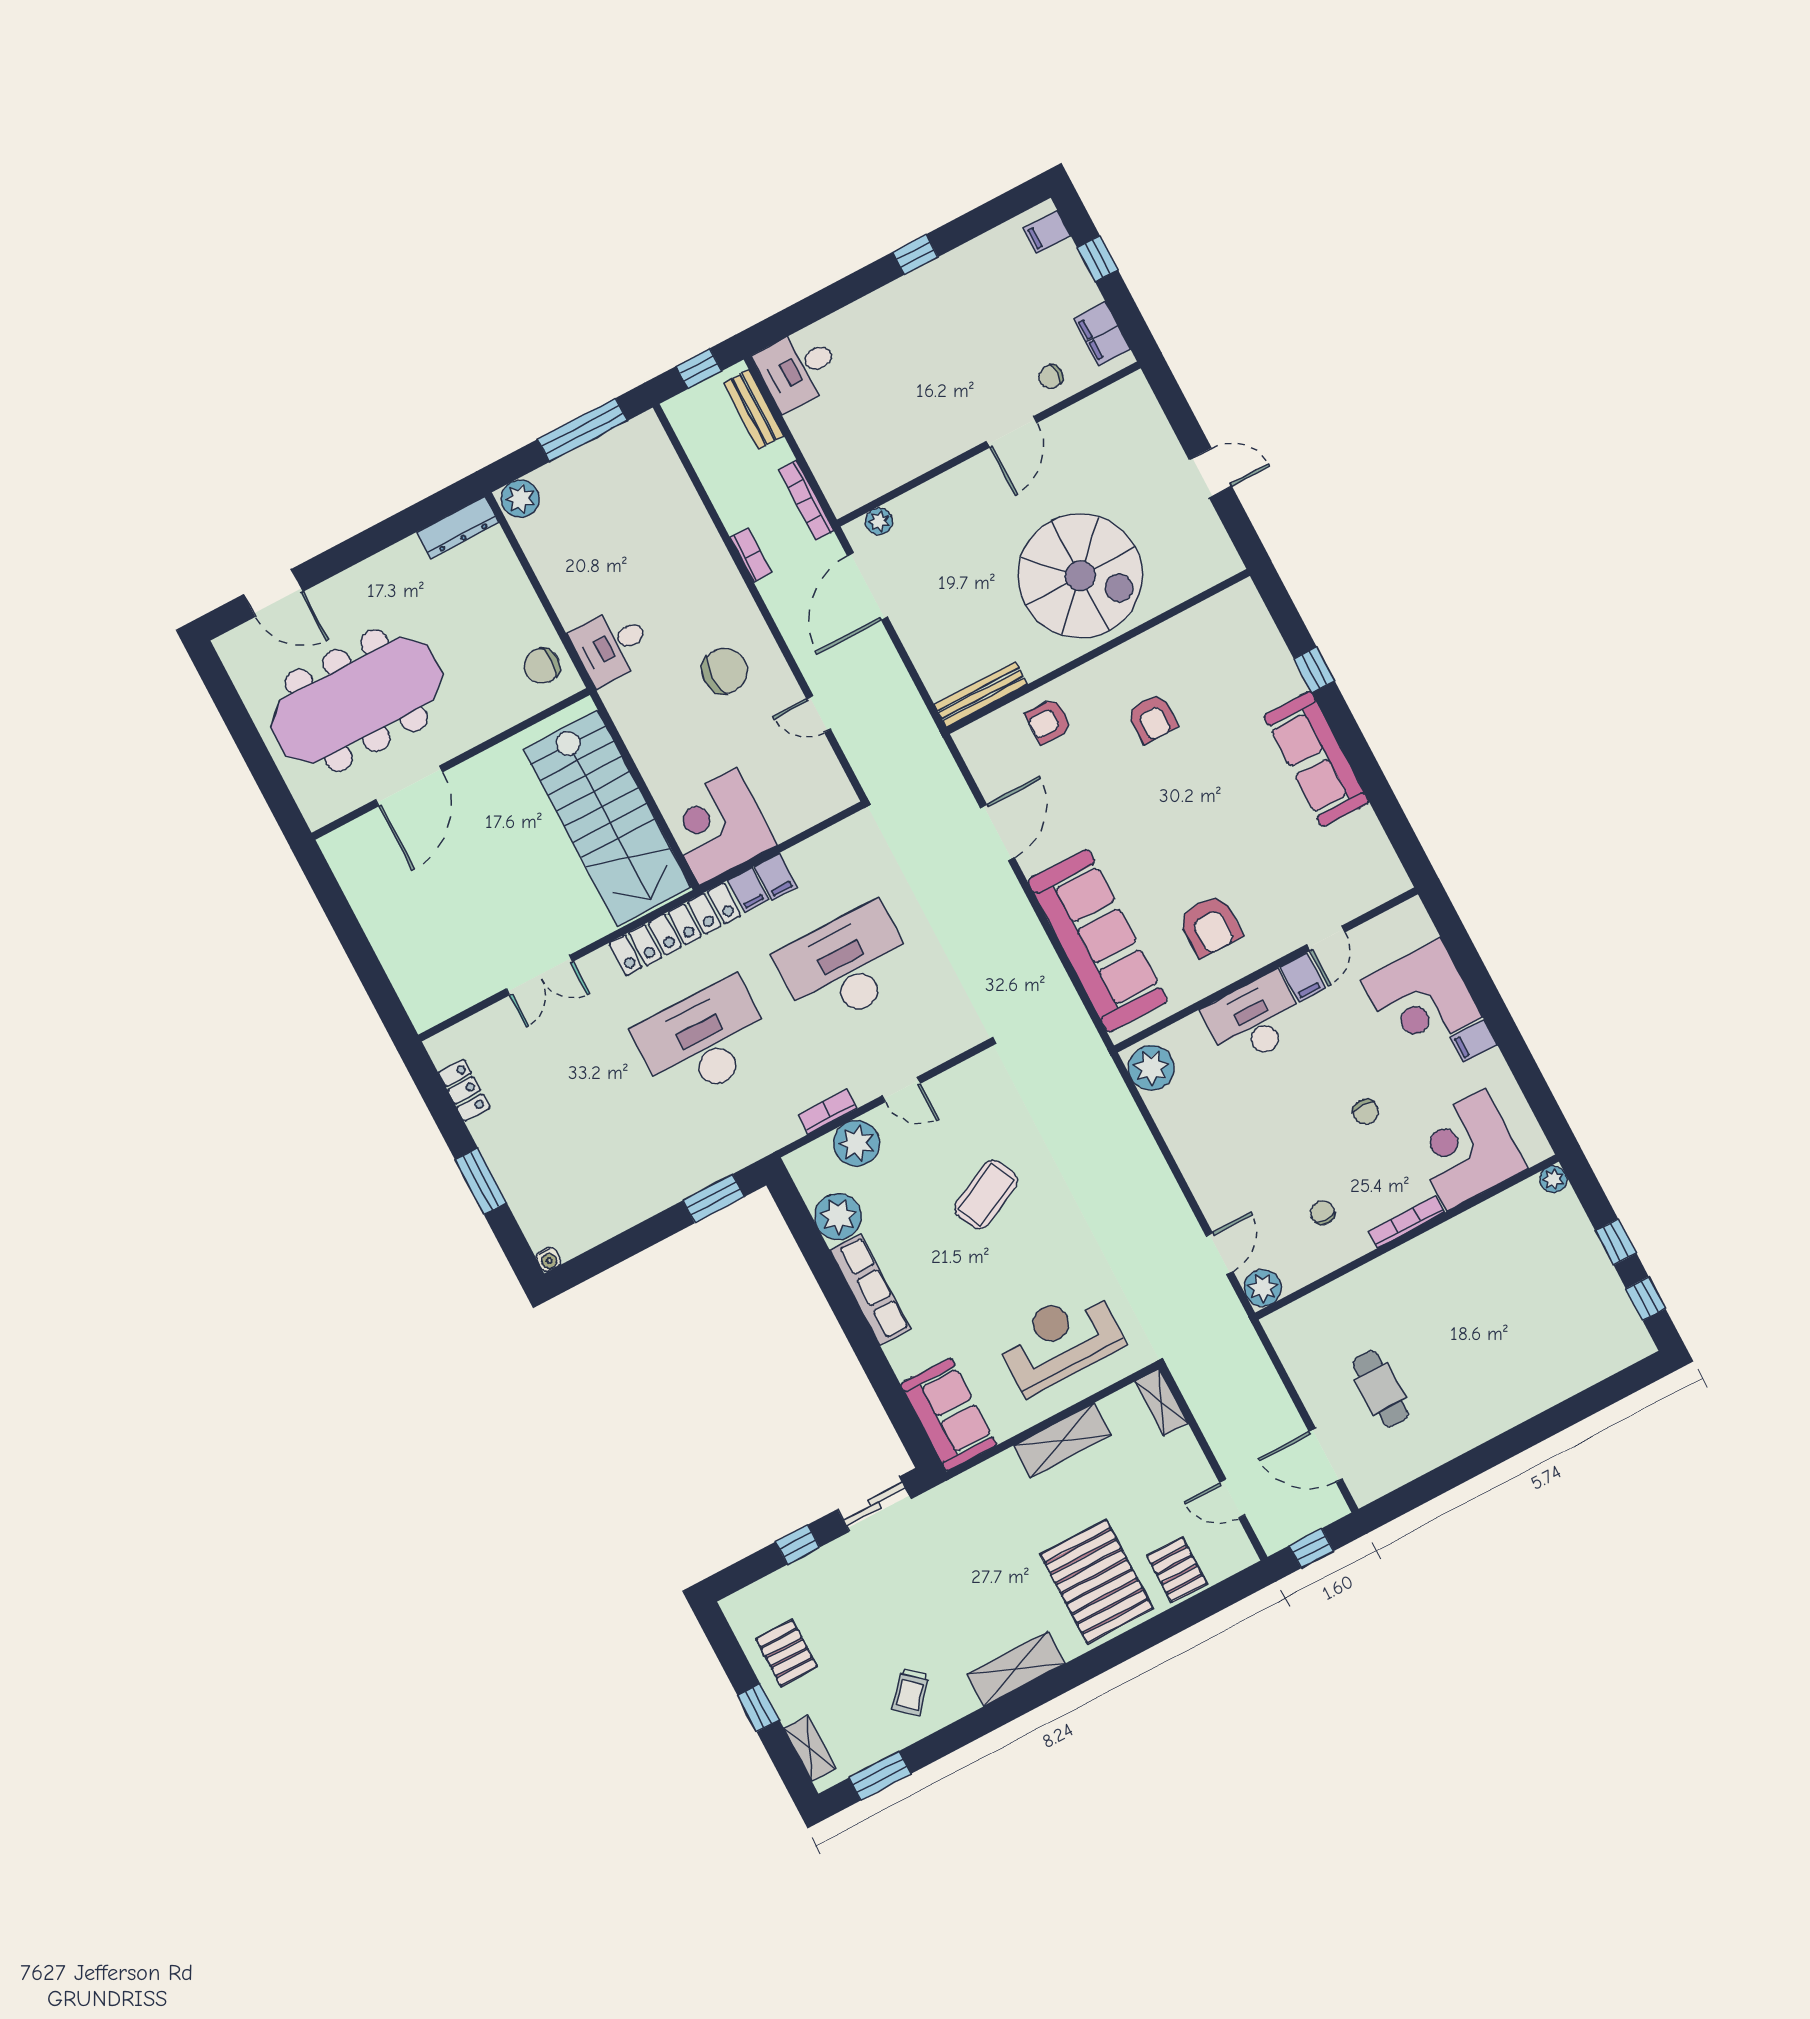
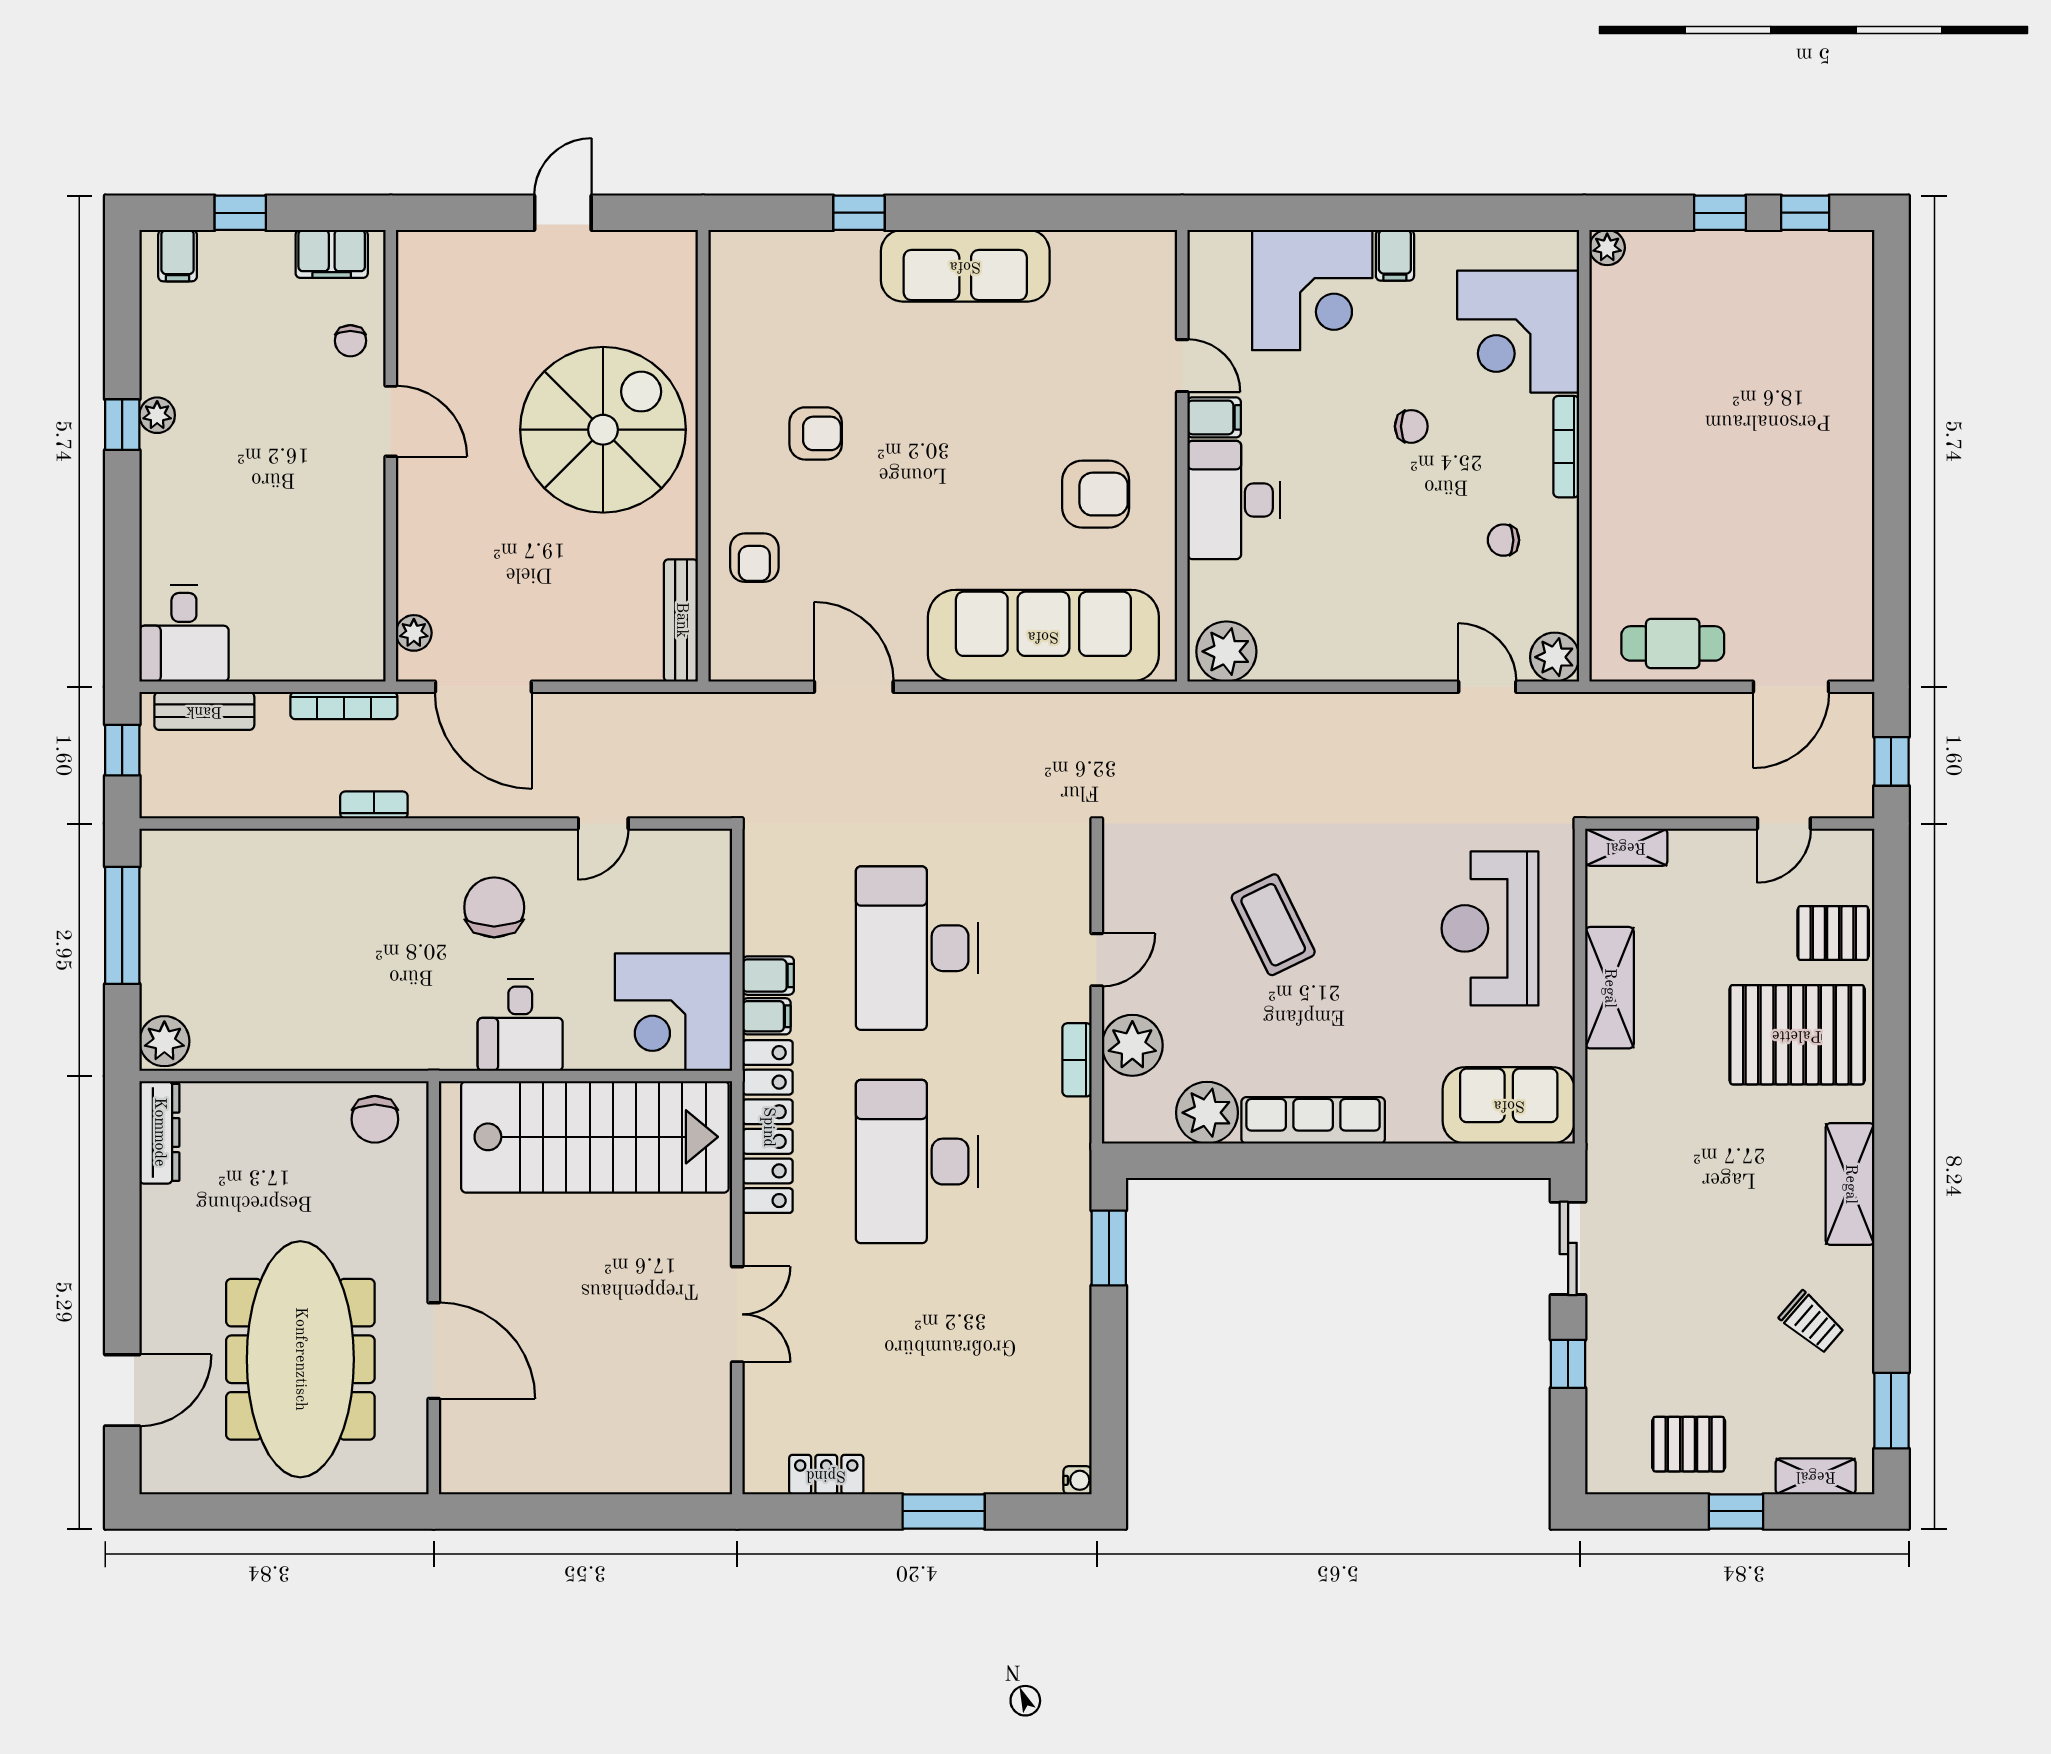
plant: (934, 274) -> (157, 415), added
desk: (611, 645) -> (520, 1025), moved
cafe table: (1380, 1389) -> (1673, 643), moved

